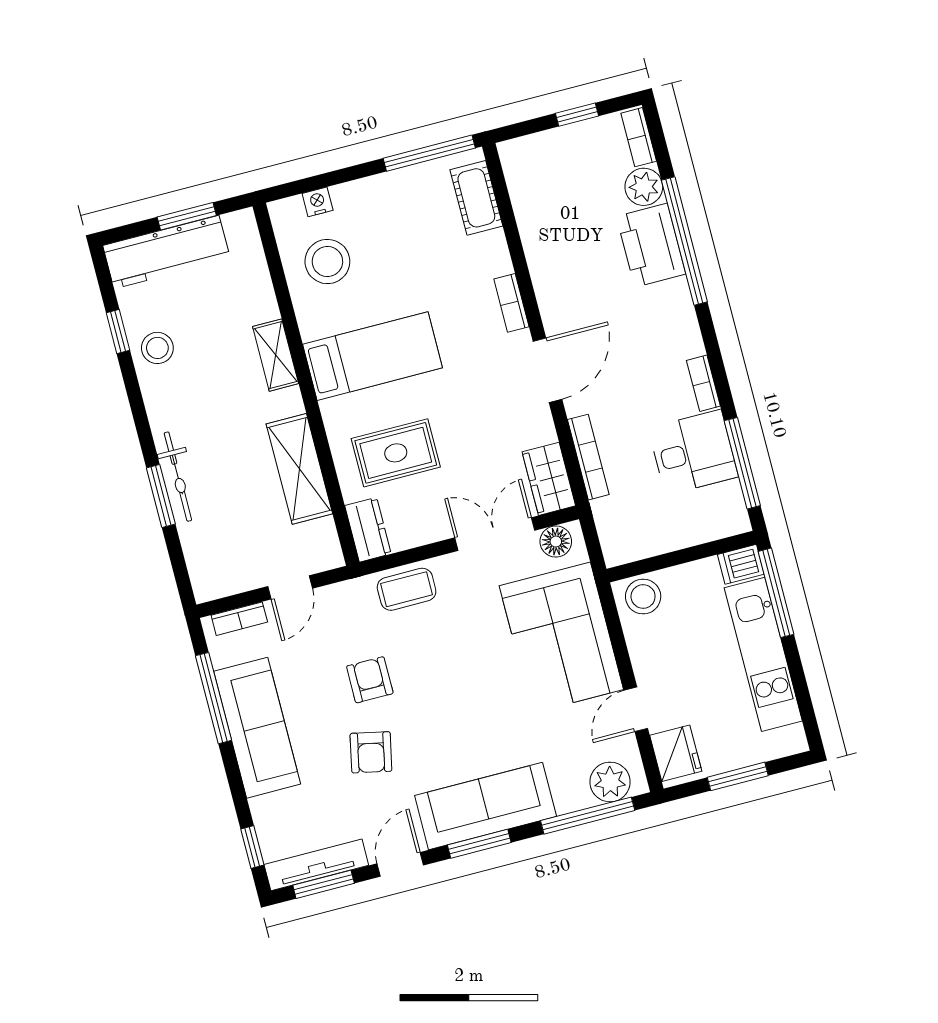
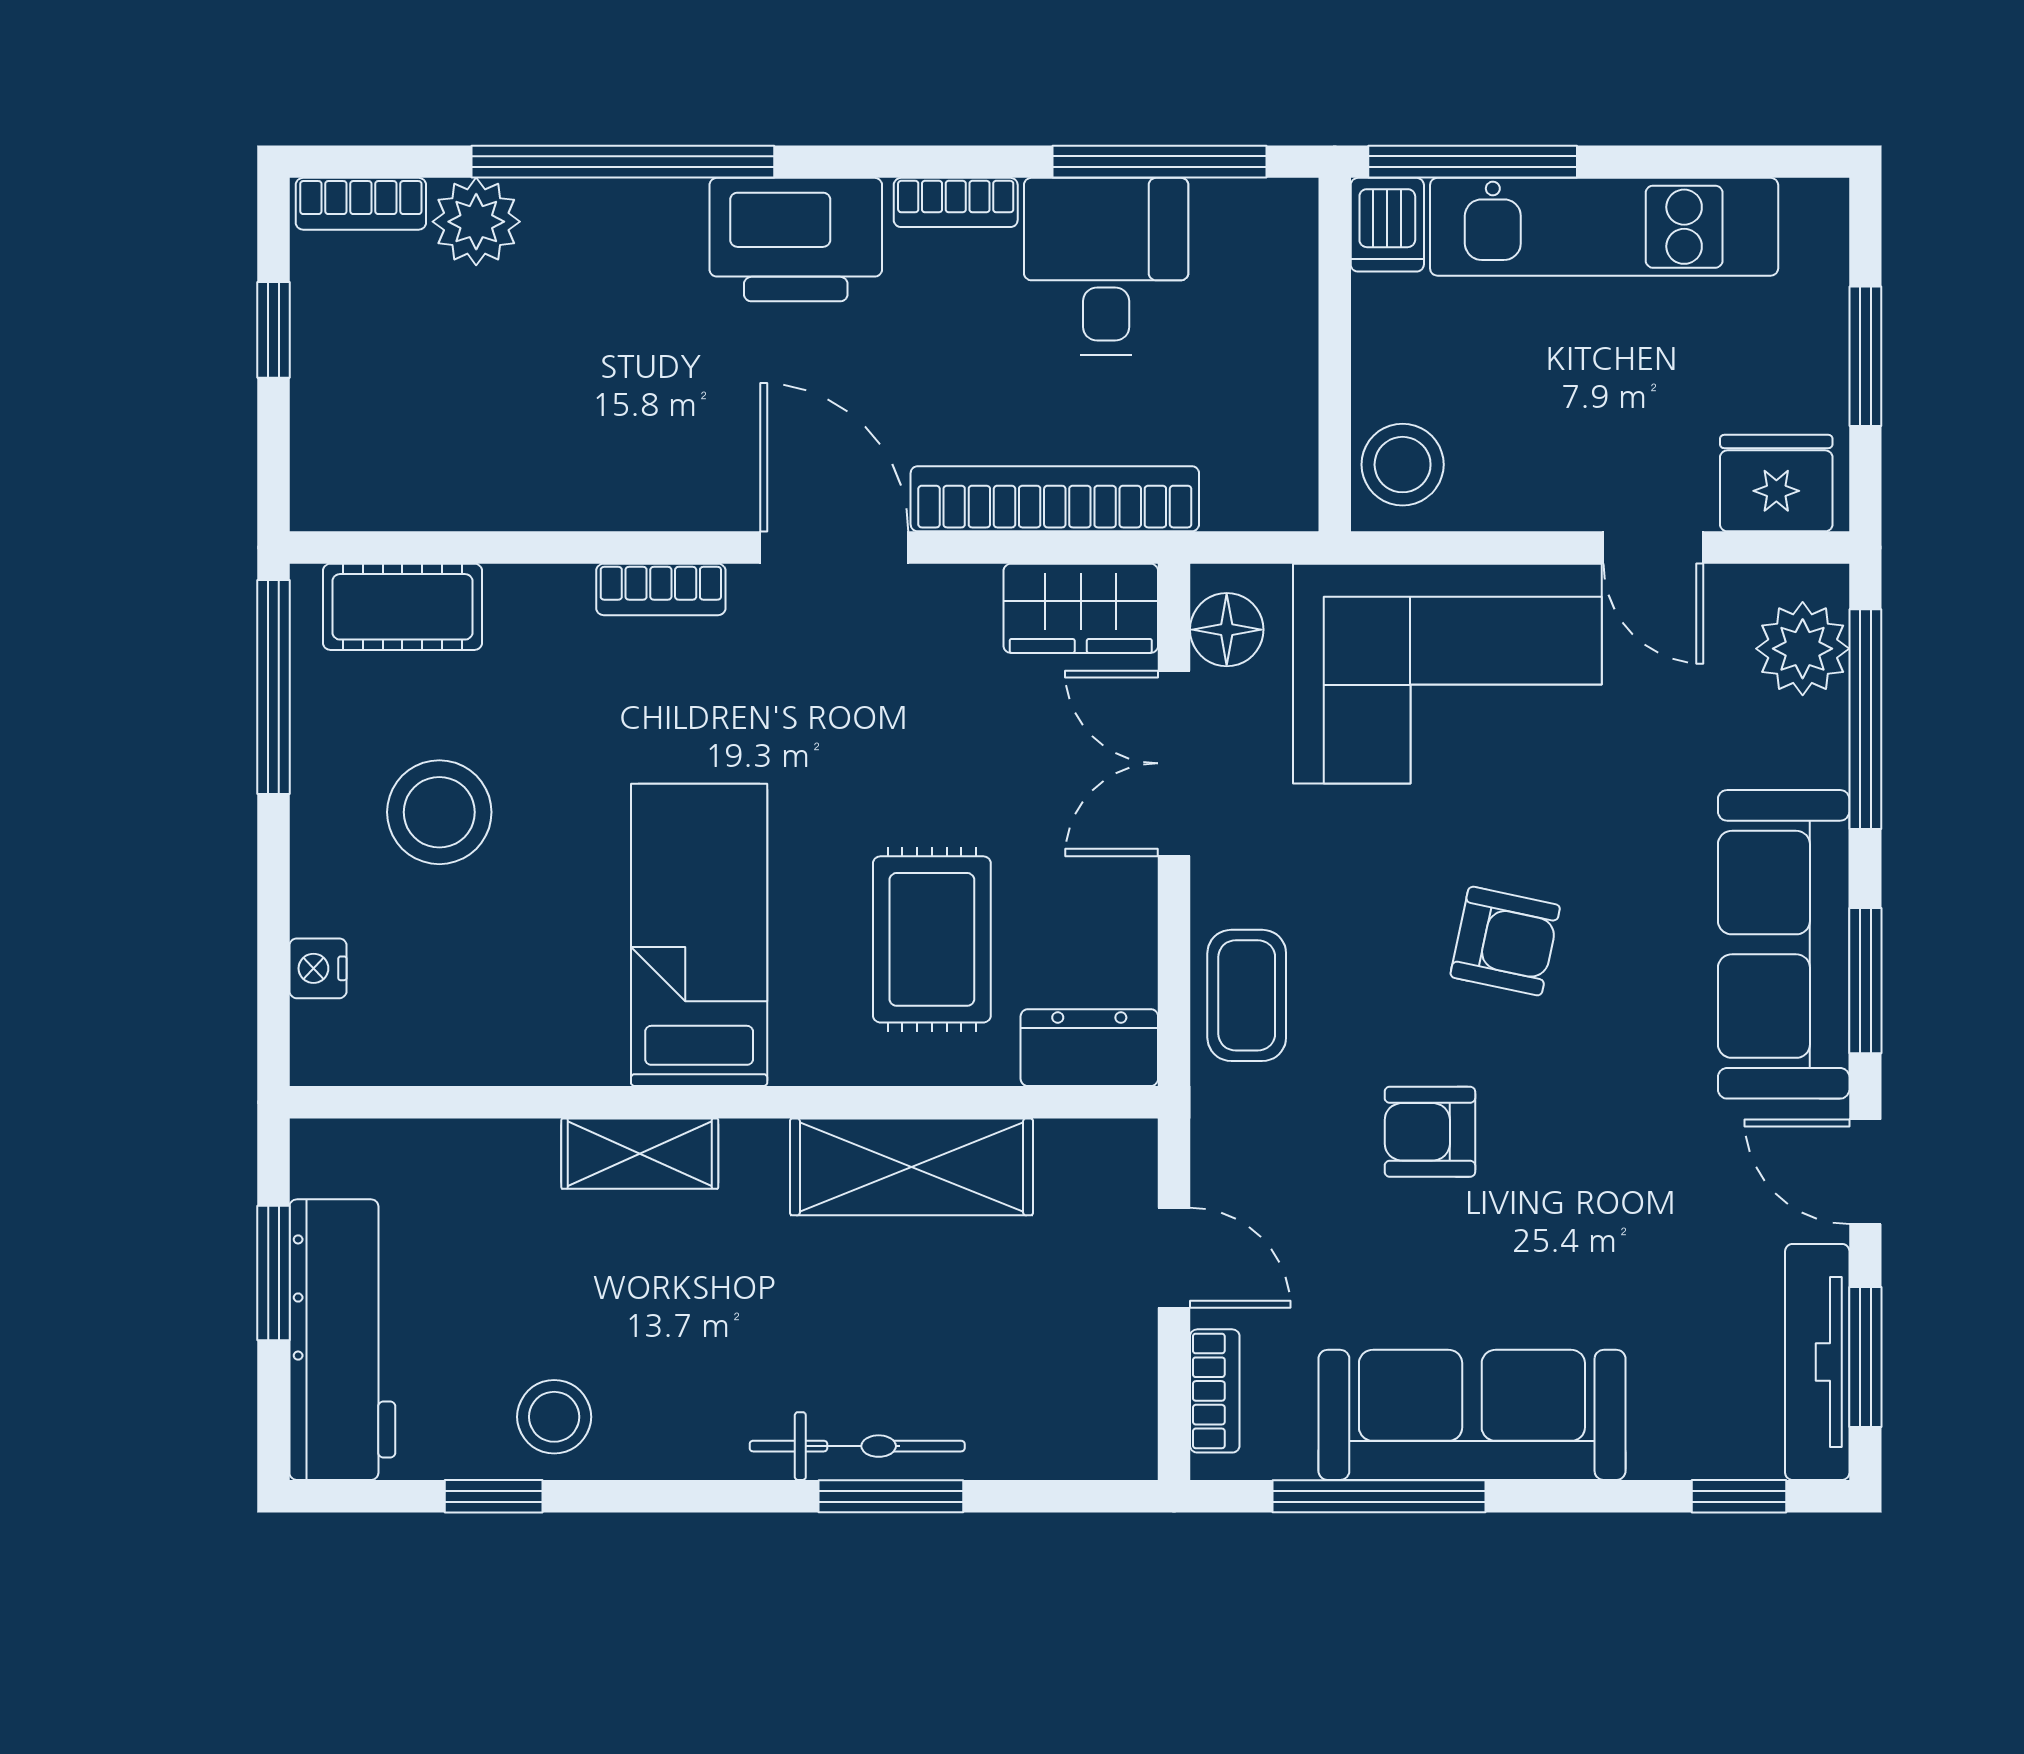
printer: (651, 245) -> (796, 240), moved
stool: (327, 262) -> (439, 812), moved
bookcase: (588, 457) -> (1055, 499), width x1.48, depth x1.31
armchair: (371, 752) -> (1505, 941), moved

